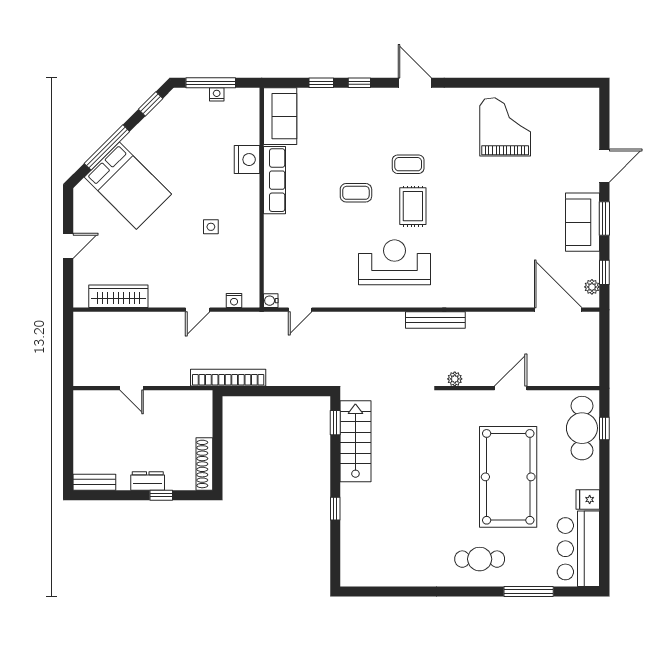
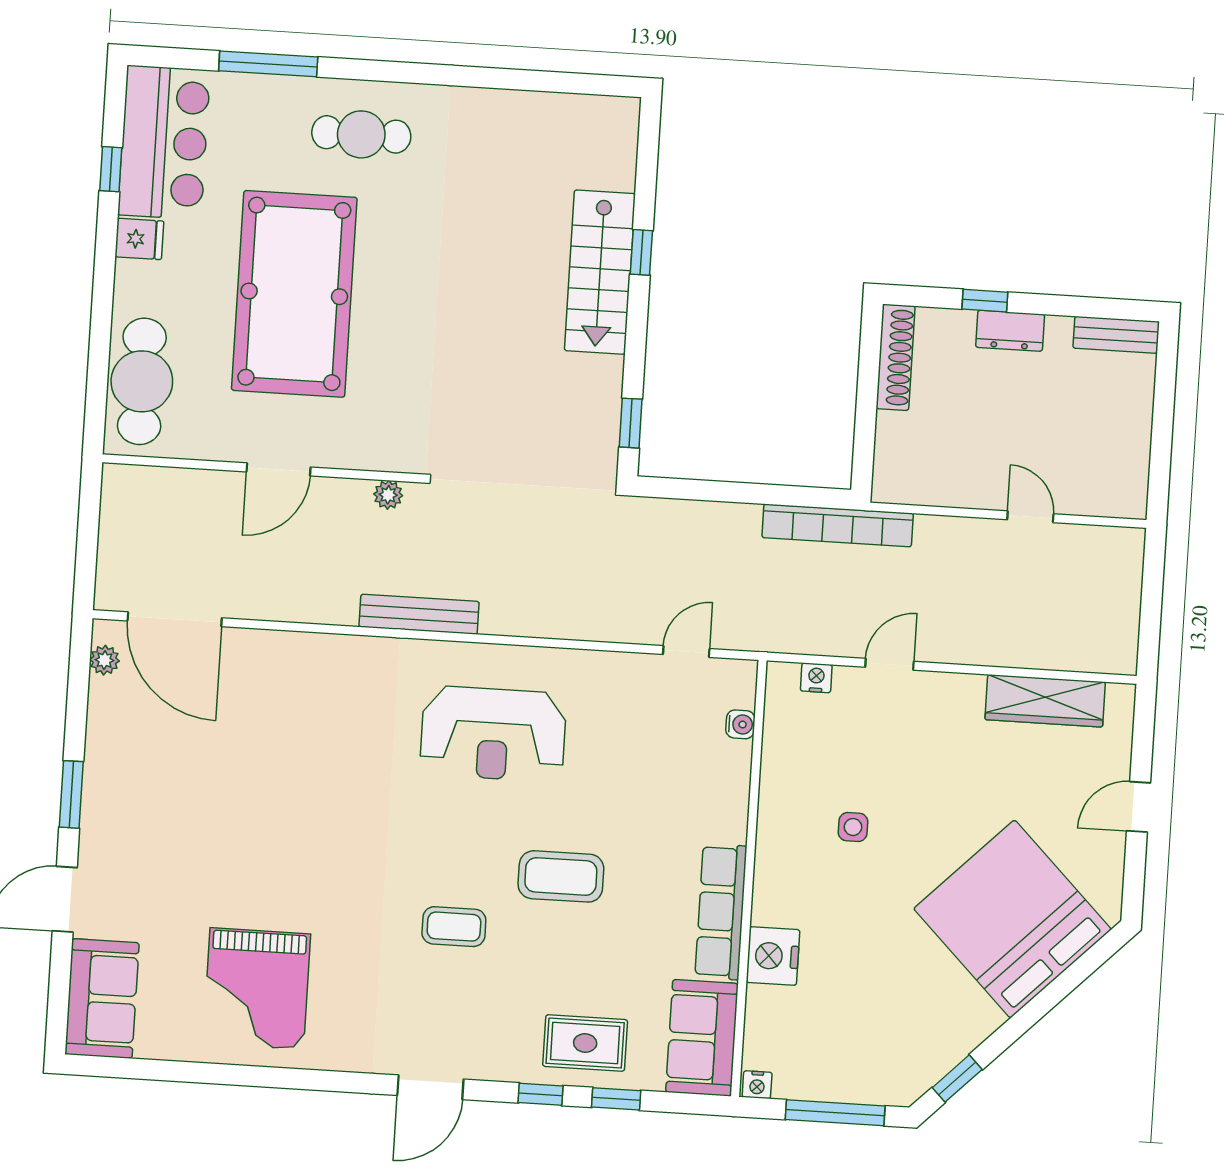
door: (415, 83) -> (430, 1087), hinge flipped
nightstand: (217, 94) -> (757, 1085), moved
window: (107, 147) -> (1049, 997), removed
bed: (128, 186) -> (1012, 919), width x1.36
coffee table: (356, 193) -> (561, 876), width x1.36, depth x1.30
rug: (413, 206) -> (585, 1043), moved, turned 90
sofa: (583, 222) -> (102, 999), moved
window: (604, 272) -> (78, 687), removed
water cooler: (271, 301) -> (740, 724), moved
window: (604, 429) -> (111, 169), moved
stairs: (355, 441) -> (600, 272), moved

